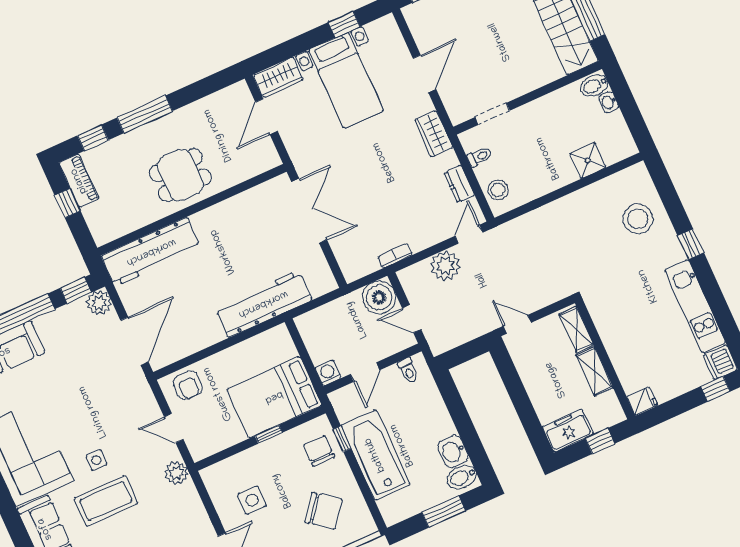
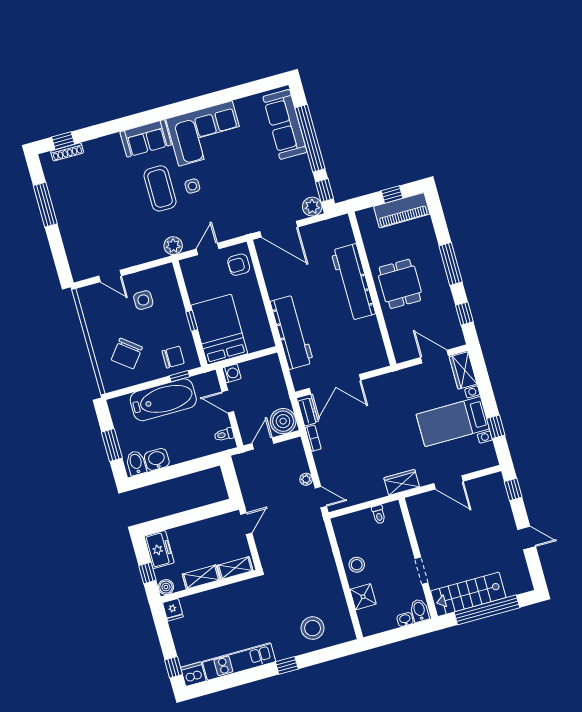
doorway: (492, 114) -> (421, 571), moved
window: (93, 138) -> (464, 314), moved
piano: (79, 181) -> (402, 210), width x1.37, depth x1.33
dresser: (459, 184) -> (308, 412), moved, turned 90
stool: (498, 190) -> (357, 565), moved
double door: (309, 211) -> (335, 384), moved
workbench: (151, 252) -> (353, 282), moved
plant: (445, 266) -> (306, 479), width x0.53, depth x0.53
boiler: (614, 414) -> (166, 587), added

